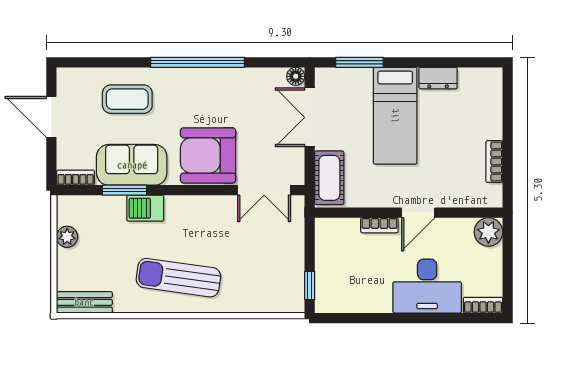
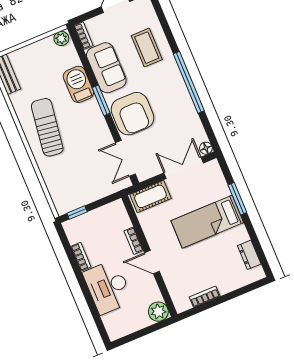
window: (359, 62) -> (237, 199), moved
dresser: (438, 78) -> (249, 255), moved
armchair: (208, 155) -> (133, 114), turned 180
window: (124, 190) -> (101, 100), moved
barbecue: (145, 208) -> (78, 84), width x1.38, depth x1.27
plant: (67, 237) -> (61, 38), moved
bookcase: (483, 305) -> (81, 257), moved

